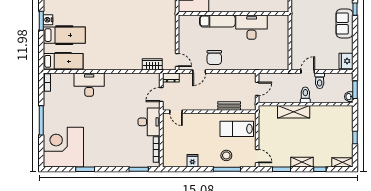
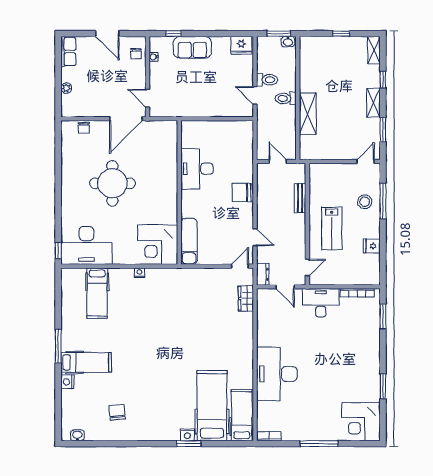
exam couch: (217, 21) -> (189, 241), moved
hospital bed: (64, 35) -> (212, 406), width x1.37, depth x1.29
chair: (214, 57) -> (241, 192), moved, turned 180
desk: (89, 85) -> (277, 374), width x1.36, depth x1.30
lab bench: (237, 129) -> (332, 228), moved
corner desk: (63, 147) -> (361, 422), width x0.74, depth x0.74

